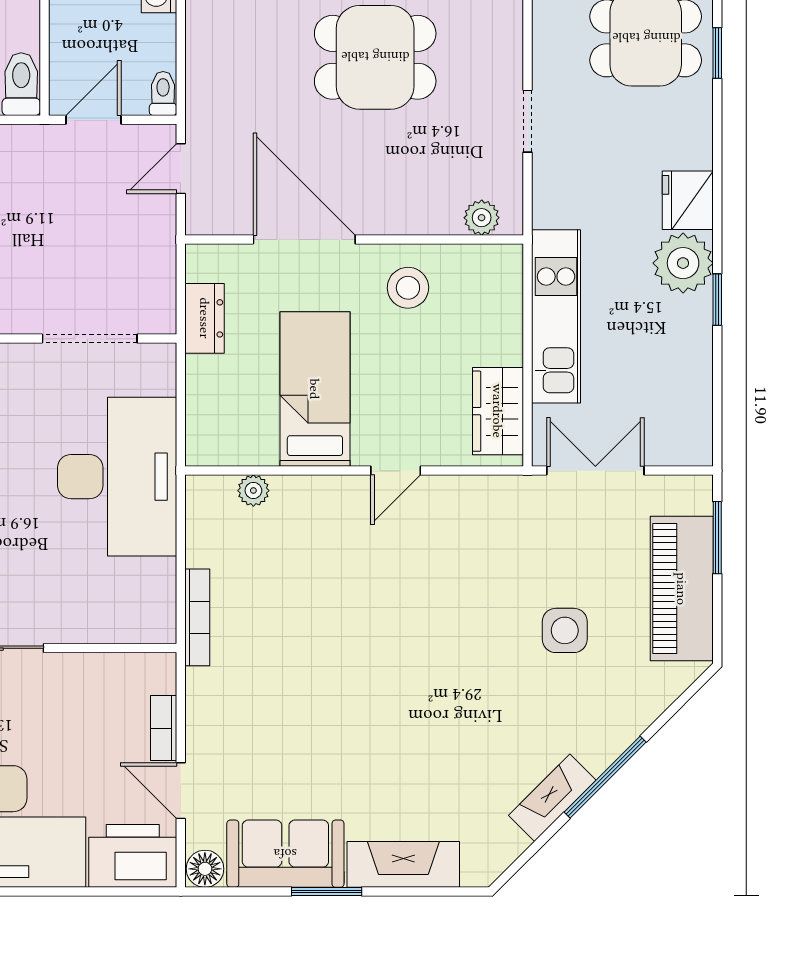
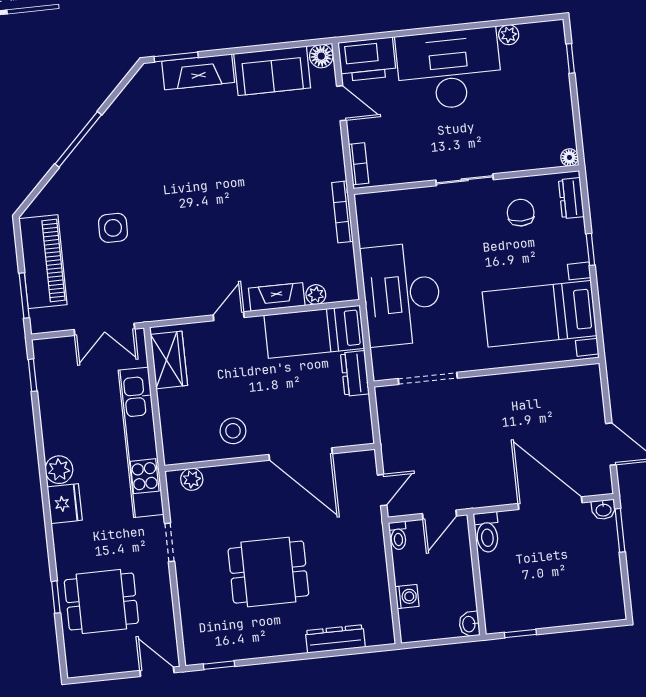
plant: (683, 263) -> (59, 470), width x0.73, depth x0.73
window: (717, 300) -> (33, 375), moved
kitchen unit: (556, 316) -> (141, 442), width x1.36
dresser: (205, 318) -> (355, 373), moved
bed: (315, 389) -> (314, 332), moved, turned 90
bookcase: (164, 728) -> (359, 164), moved
fireplace: (552, 798) -> (277, 297), moved, turned -135
window: (327, 892) -> (176, 57), moved

